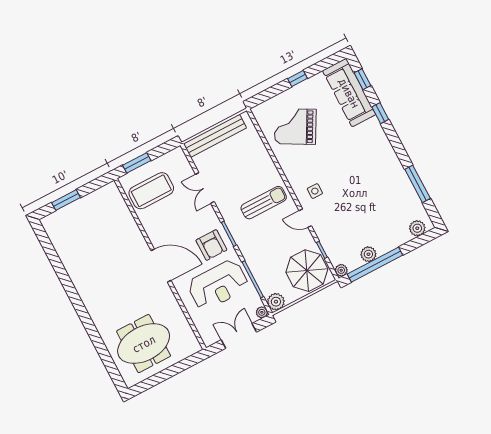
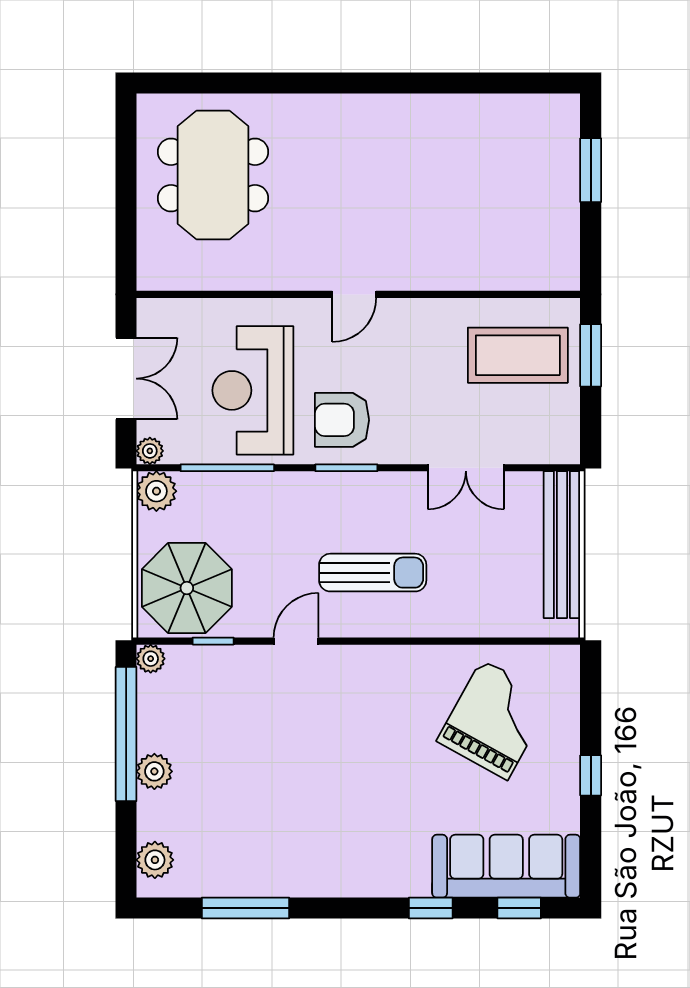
double door: (205, 188) -> (466, 468), swing flipped
coffee table: (151, 191) -> (518, 355), turned 90
side table: (315, 191) -> (341, 690), removed
sun lounger: (264, 203) -> (373, 573), turned -90
plant: (368, 254) -> (154, 771), moved
door: (161, 266) -> (354, 294), width x0.53

